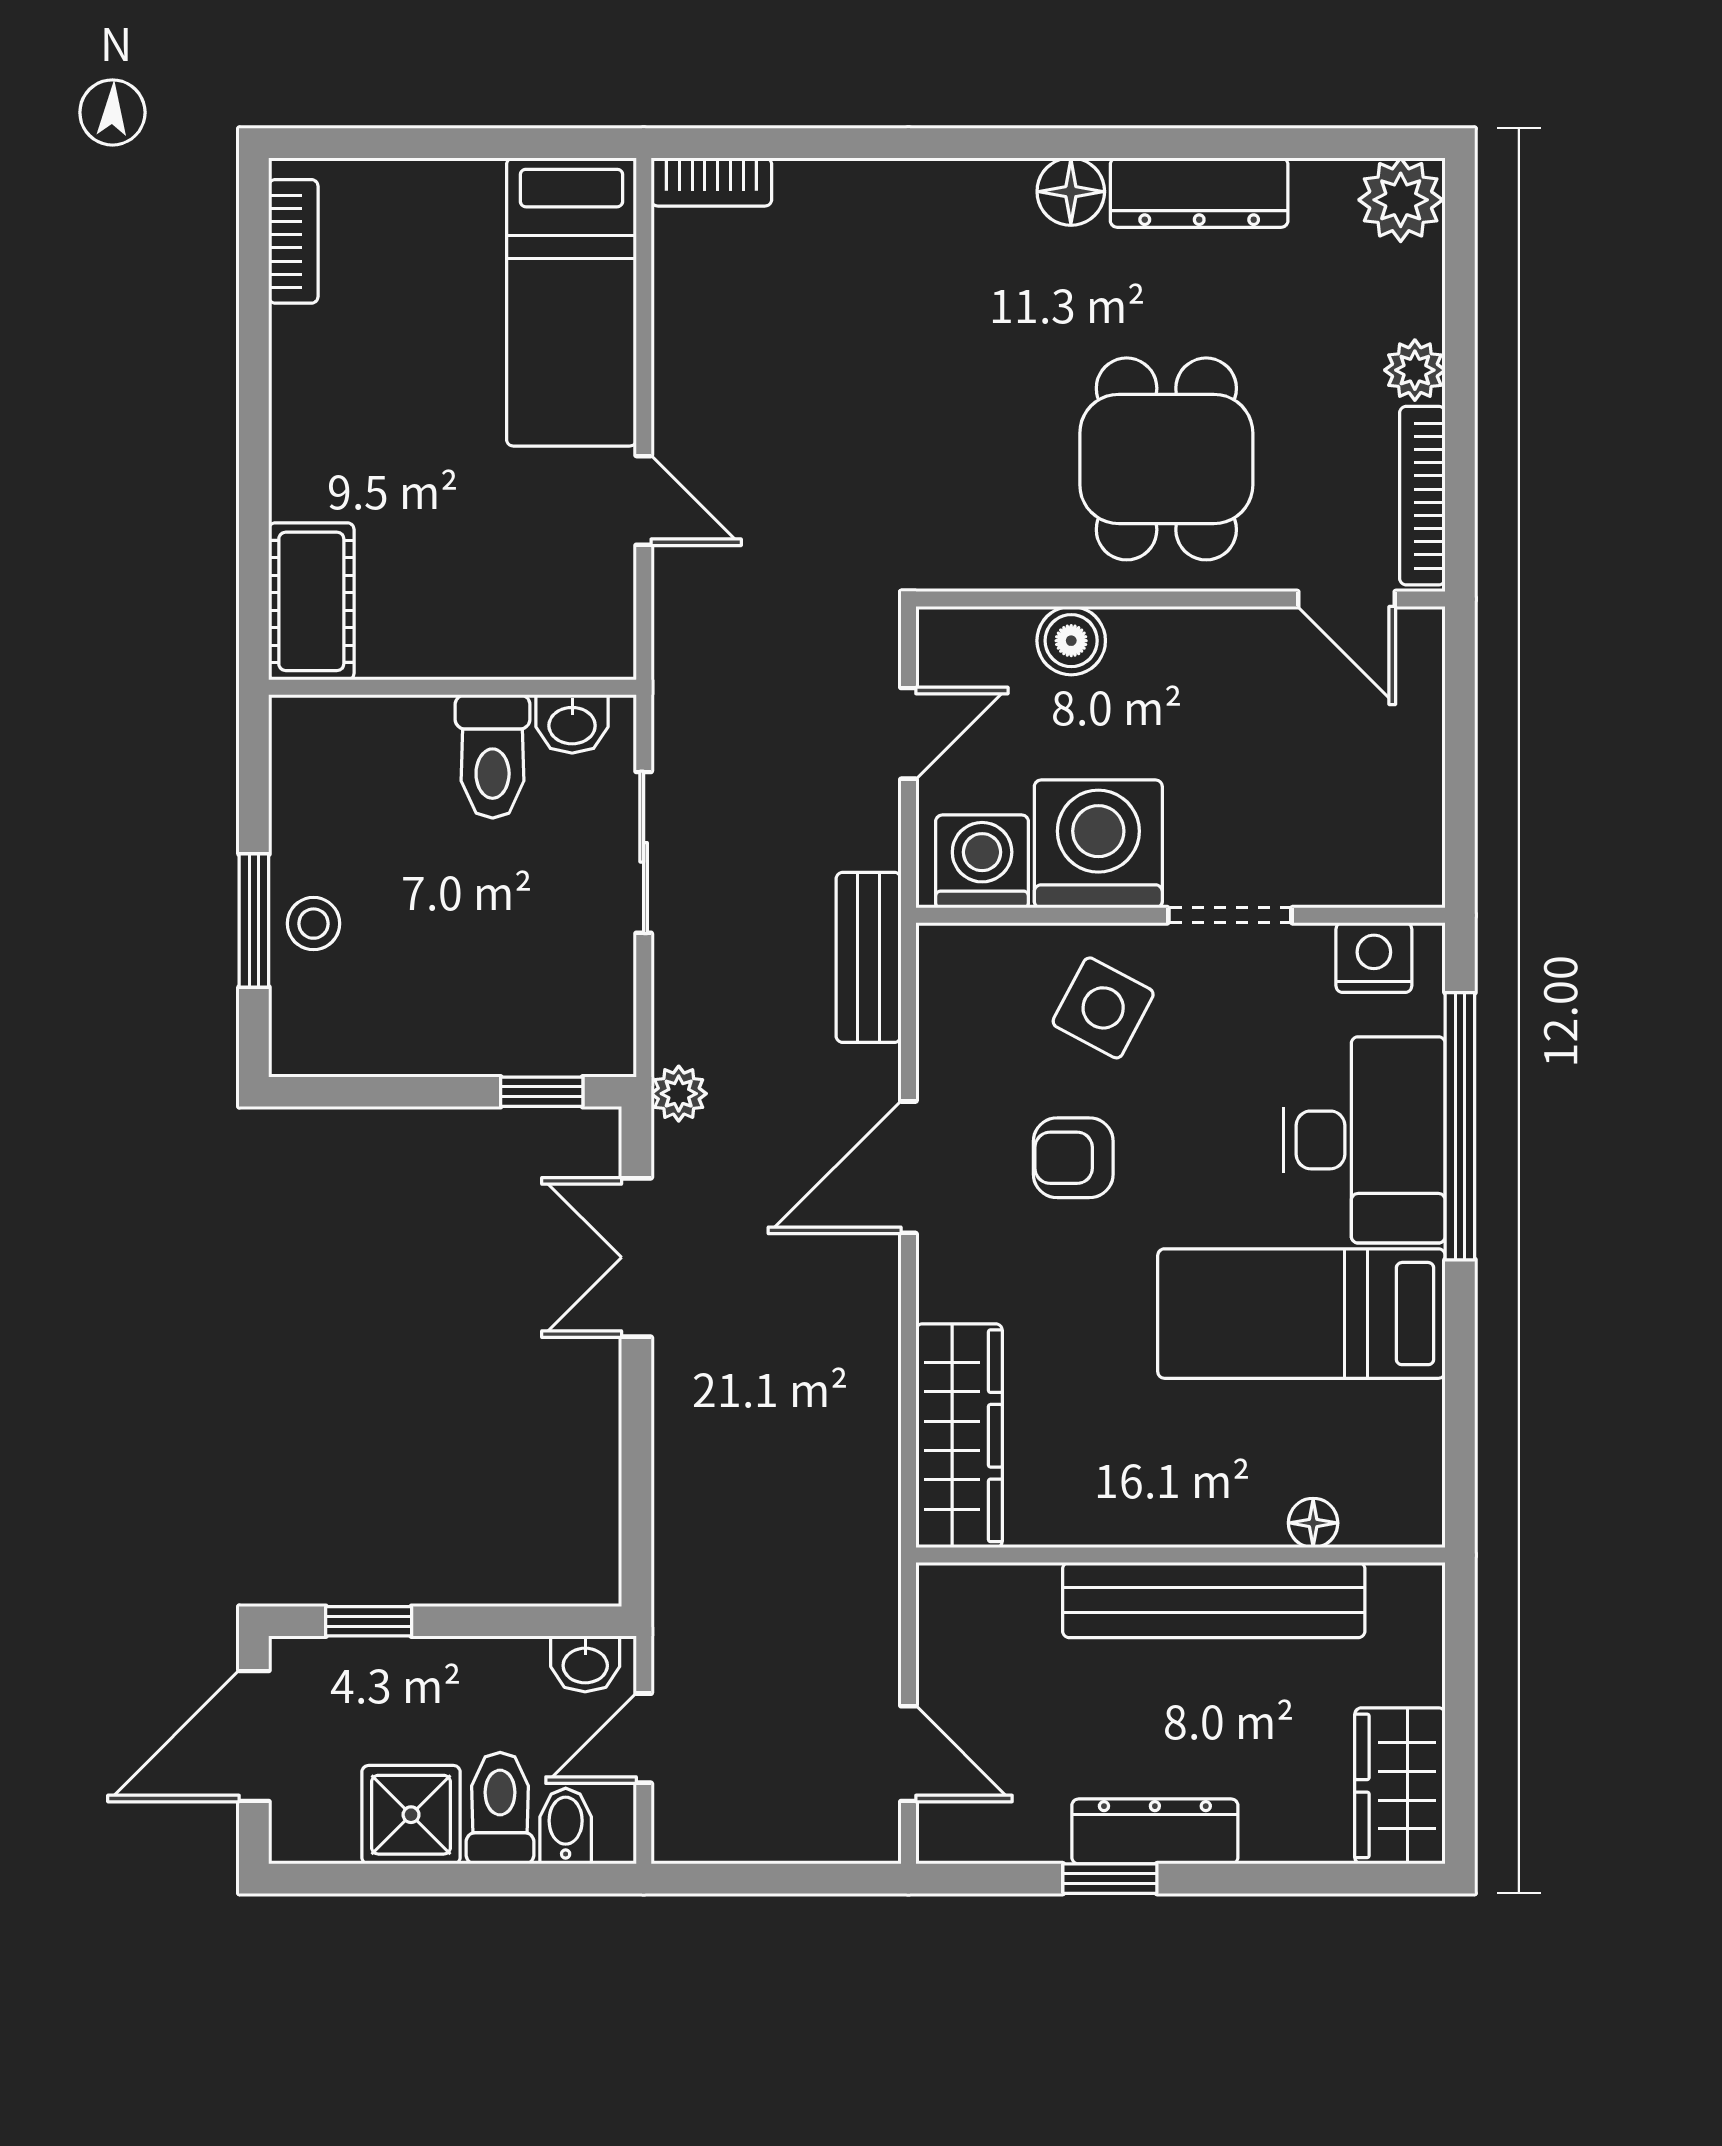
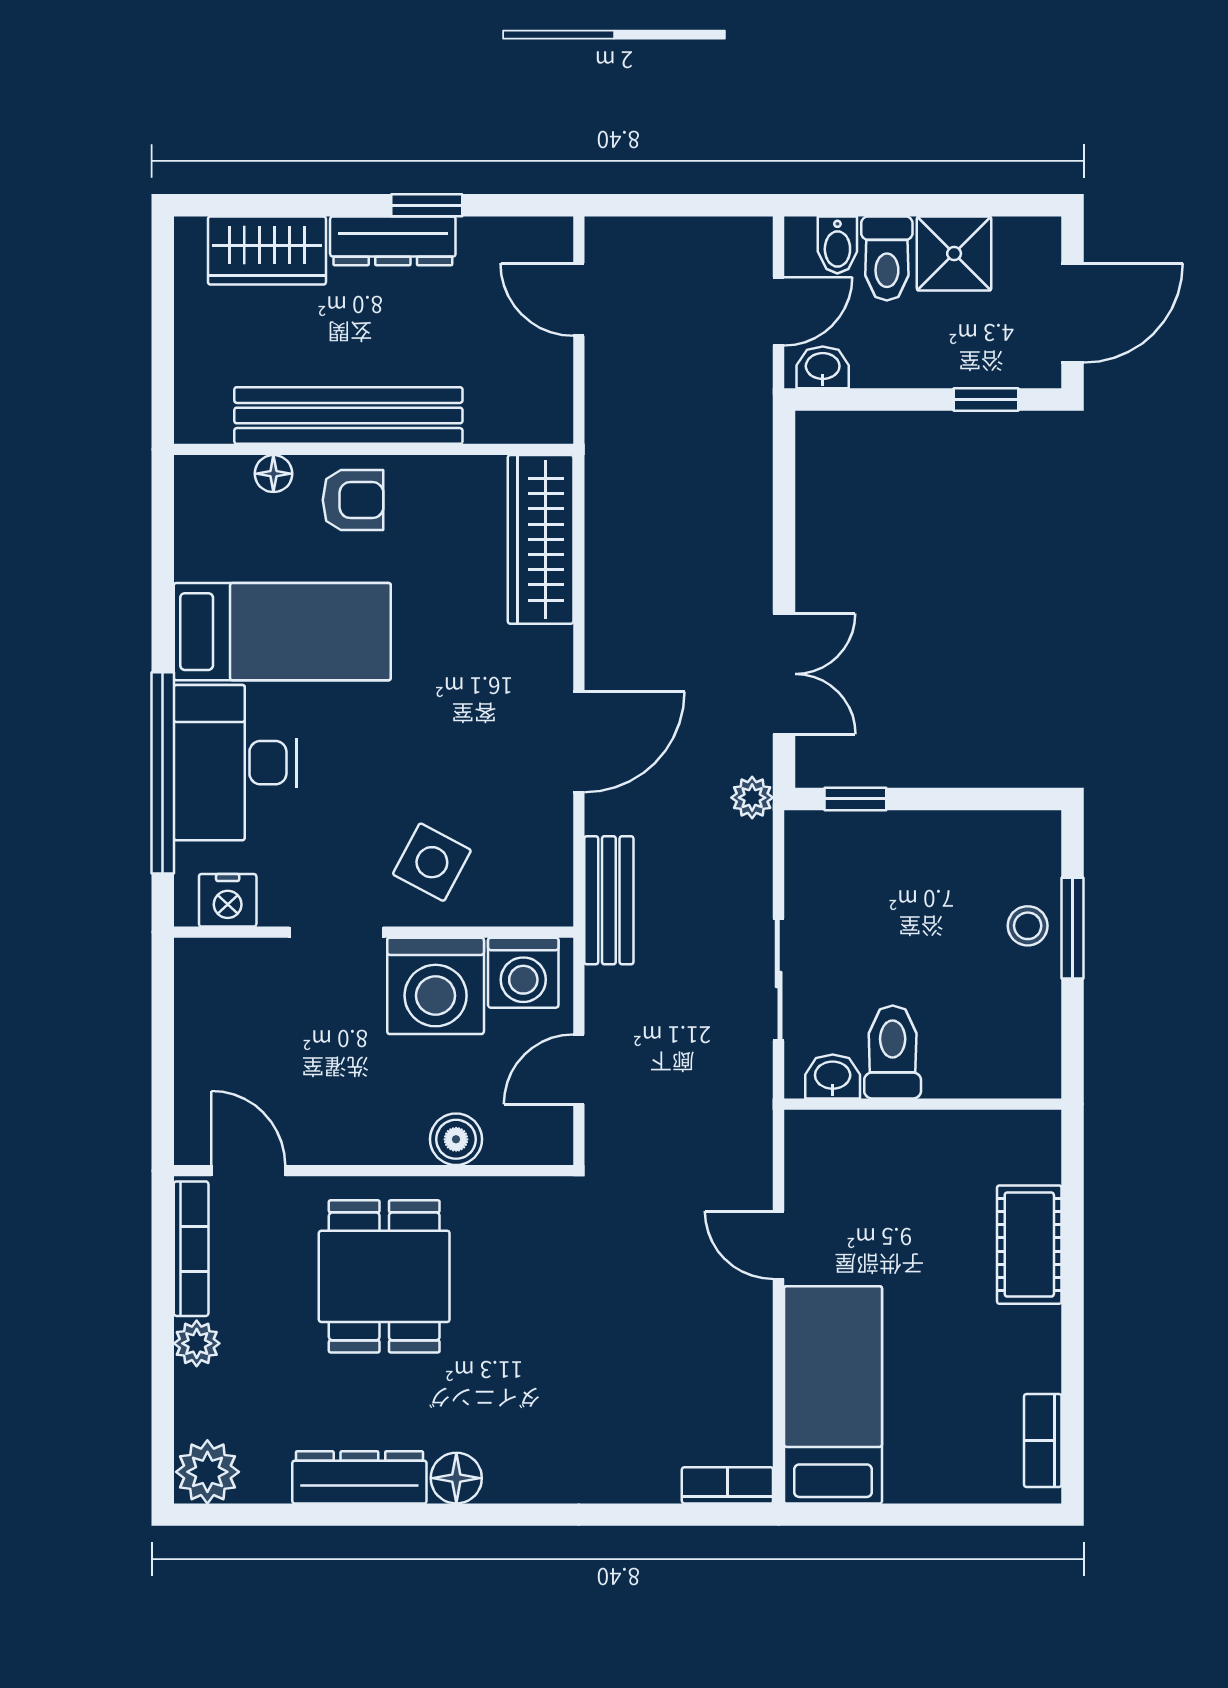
cot: (311, 601) -> (1029, 1245), moved
armchair: (1073, 1158) -> (353, 500), moved
wardrobe: (1400, 1786) -> (267, 251), moved, turned 90

